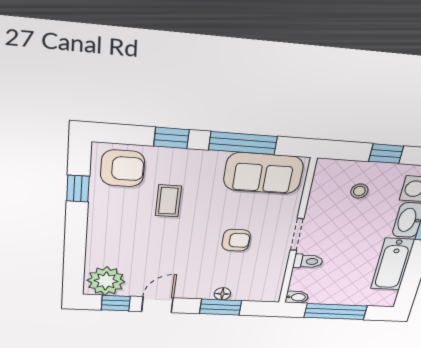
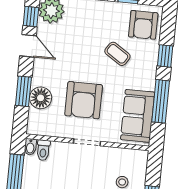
coffee table: (168, 201) -> (117, 54), turned 33
armchair: (236, 240) -> (84, 100), width x1.88, depth x1.88
toilet: (308, 261) -> (43, 150), moved
floor lamp: (222, 294) -> (41, 98), width x1.89, depth x1.89

